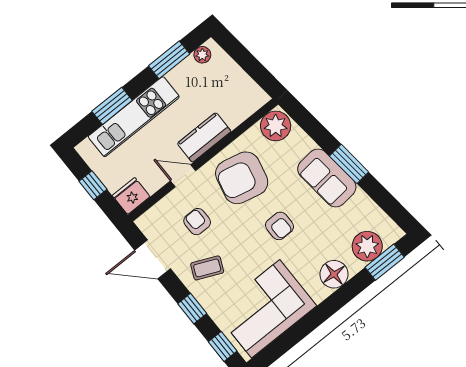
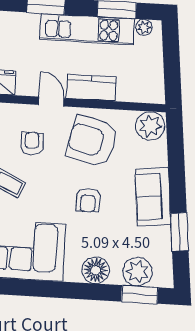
kitchen unit: (134, 117) -> (87, 29), moved
window: (349, 164) -> (179, 232), moved

